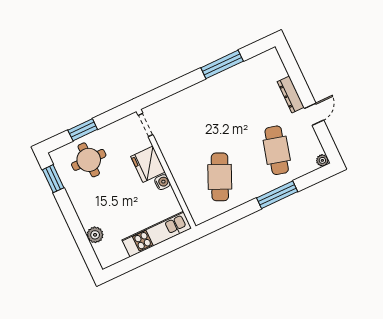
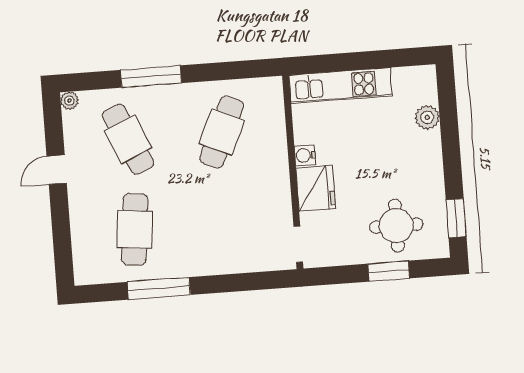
dresser: (291, 95) -> (79, 210), removed
cafe table: (251, 96) -> (135, 229), added
cafe table: (277, 150) -> (128, 139), turned -39

